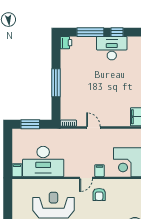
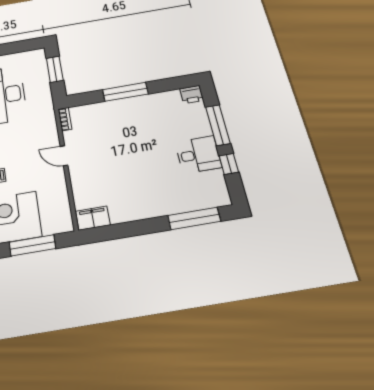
desk: (112, 48) -> (198, 155), width x0.73
door: (93, 127) -> (64, 156), swing flipped

